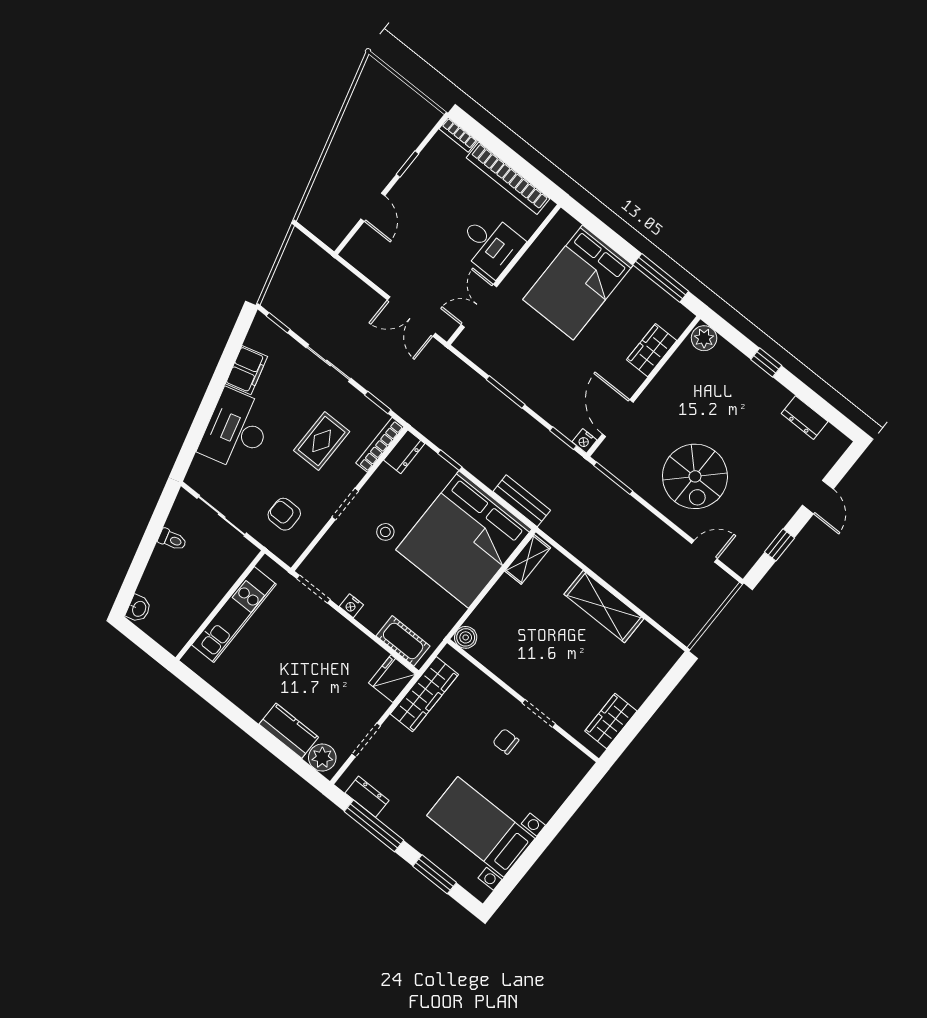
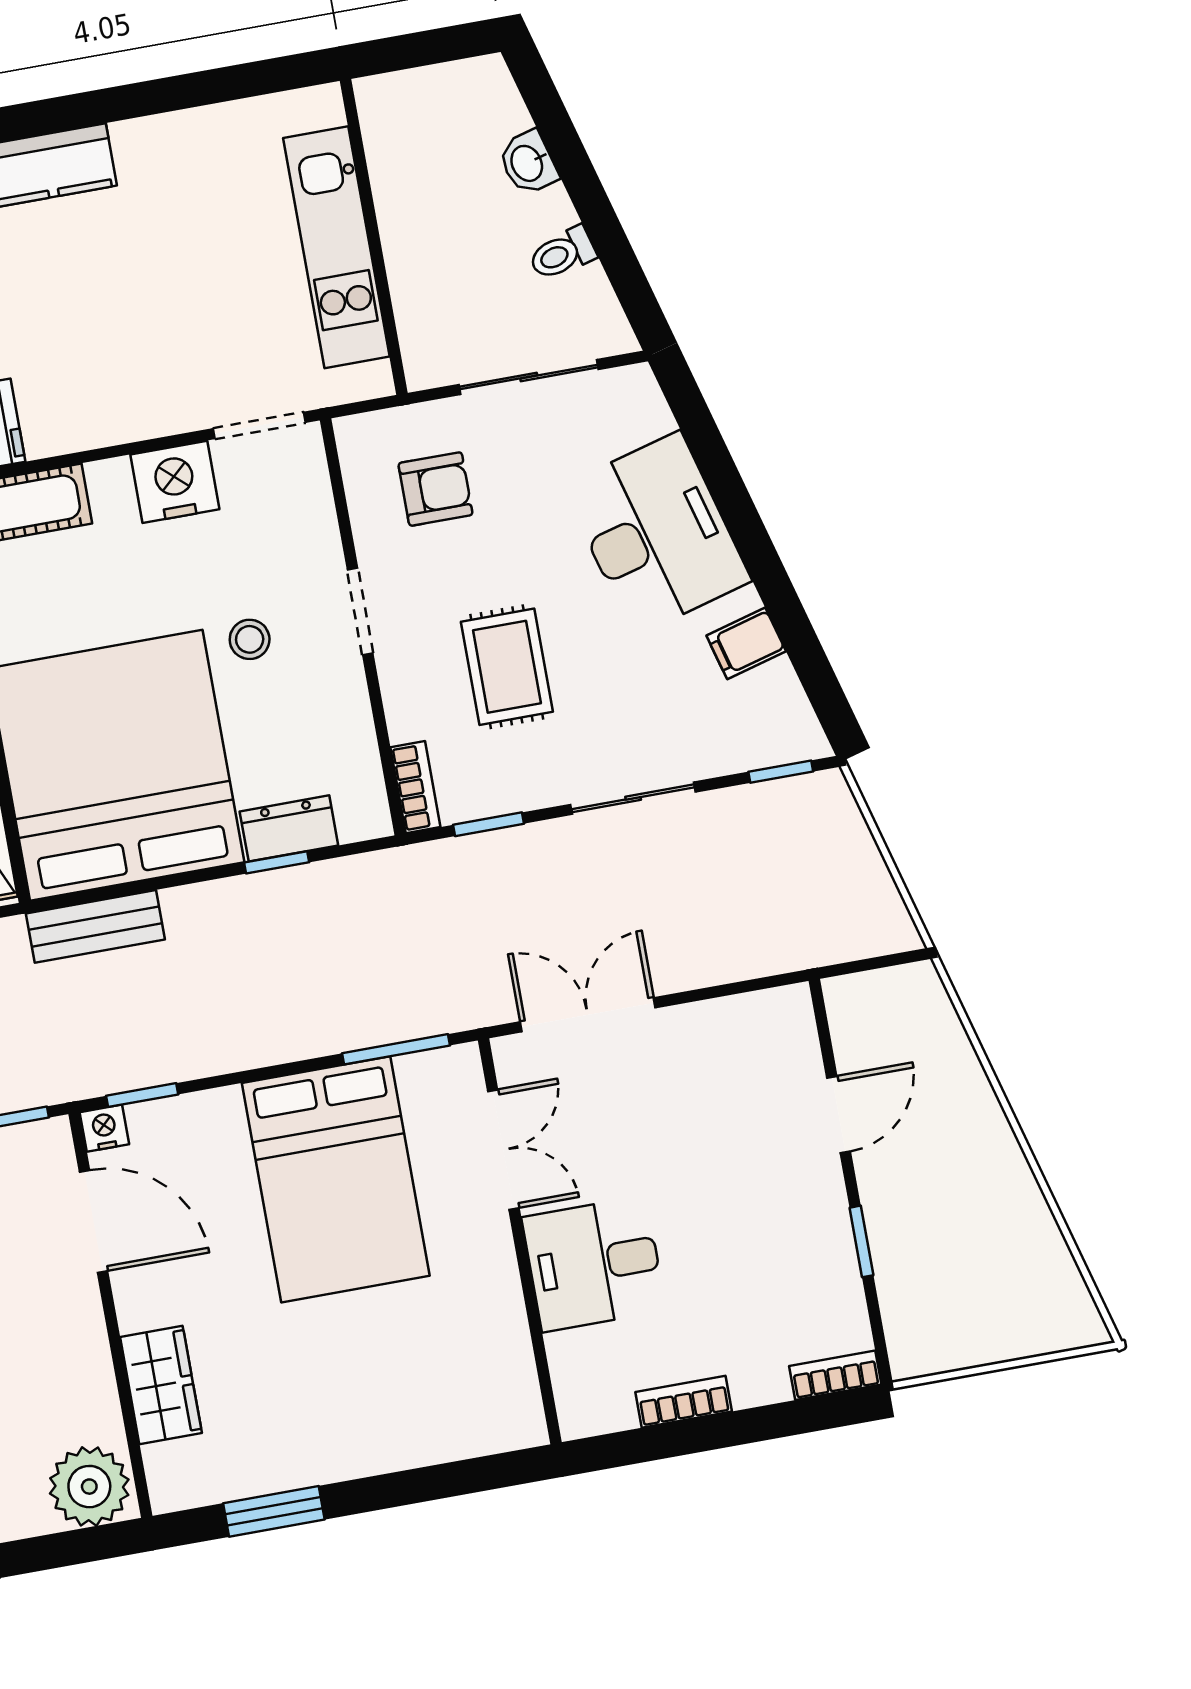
bookcase: (508, 178) -> (684, 1402), width x0.43, depth x0.76
door: (373, 207) -> (839, 1114), swing flipped
window: (661, 278) -> (274, 1511), width x0.69
bed: (578, 282) -> (336, 1179), moved, turned 180
plant: (704, 338) -> (89, 1487), width x1.36, depth x1.36
filing cabinet: (246, 370) -> (746, 643), width x0.50
window: (506, 392) -> (396, 1049), moved
bookcase: (380, 445) -> (415, 787), width x0.64
dresser: (404, 452) -> (289, 828), moved, turned 90
nightstand: (351, 606) -> (175, 482), width x1.89, depth x1.79
washbasin: (139, 609) -> (528, 163), moved

